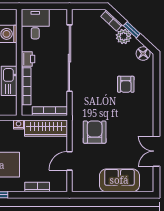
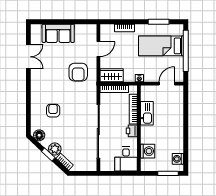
wardrobe: (46, 128) -> (112, 75), width x0.67

